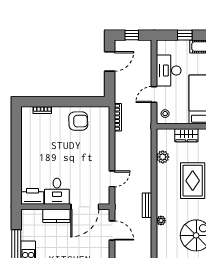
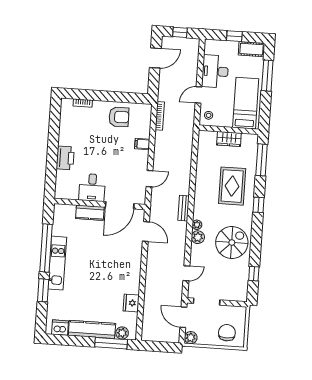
filing cabinet: (103, 146) -> (142, 144), added
plant: (163, 157) -> (198, 237), moved
printer: (33, 196) -> (65, 158), moved, turned 90

